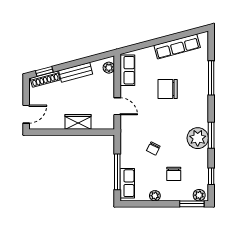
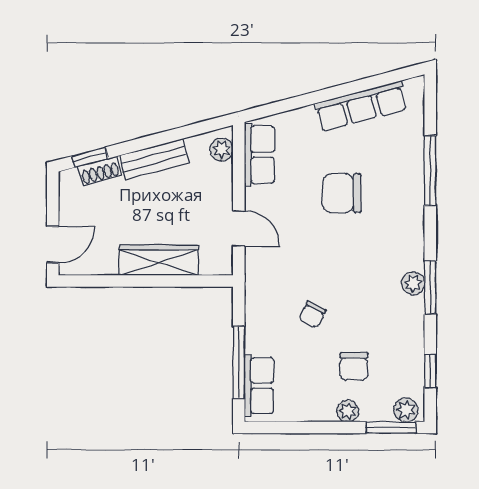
shoe rack: (45, 79) -> (100, 171), width x0.70
wardrobe: (78, 122) -> (159, 260), width x1.50
plant: (198, 138) -> (413, 283), width x0.53, depth x0.53
plant: (155, 196) -> (348, 411), moved

